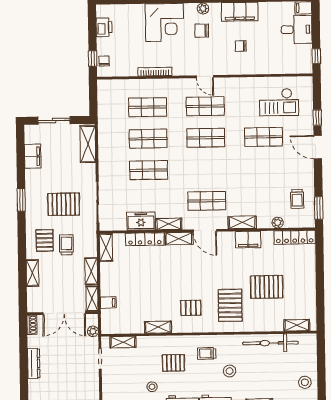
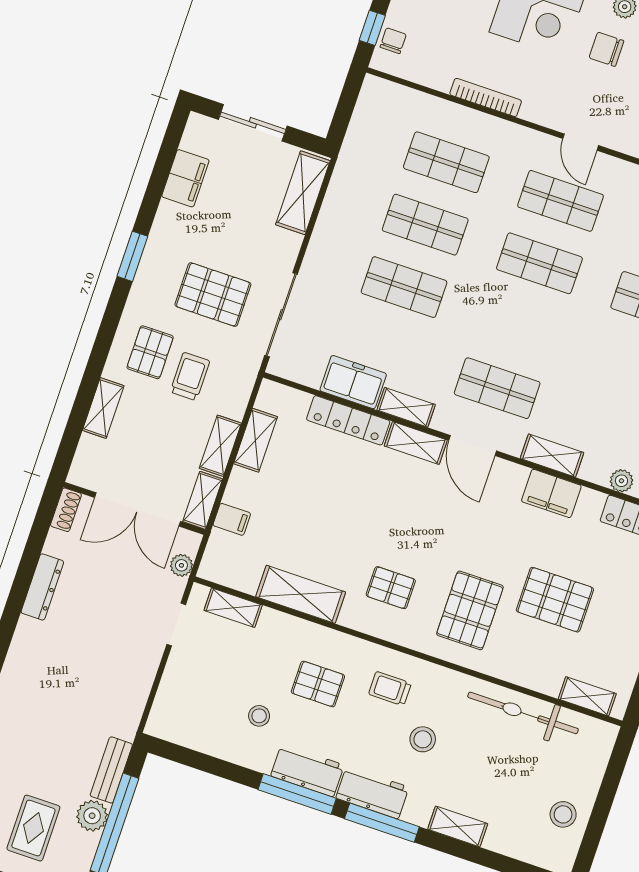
shelving: (106, 248) -> (256, 440), moved
shelving: (158, 327) -> (301, 594), width x1.50, depth x1.33

